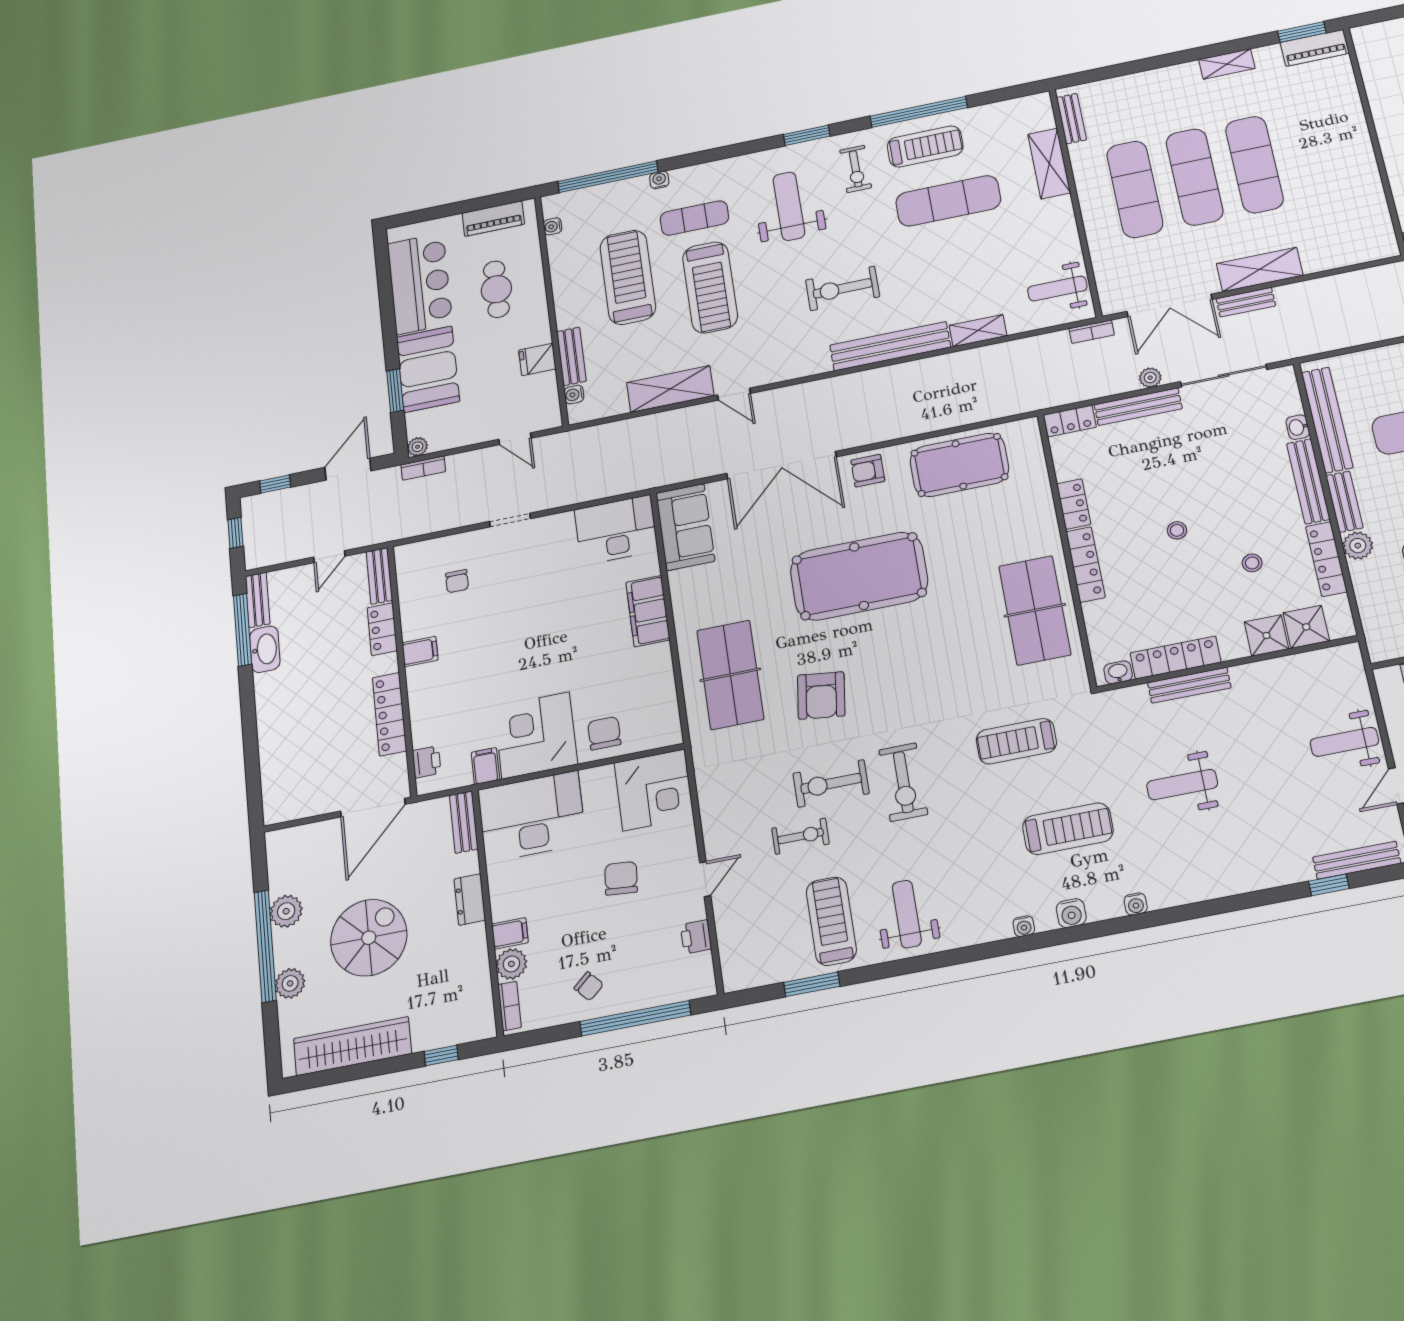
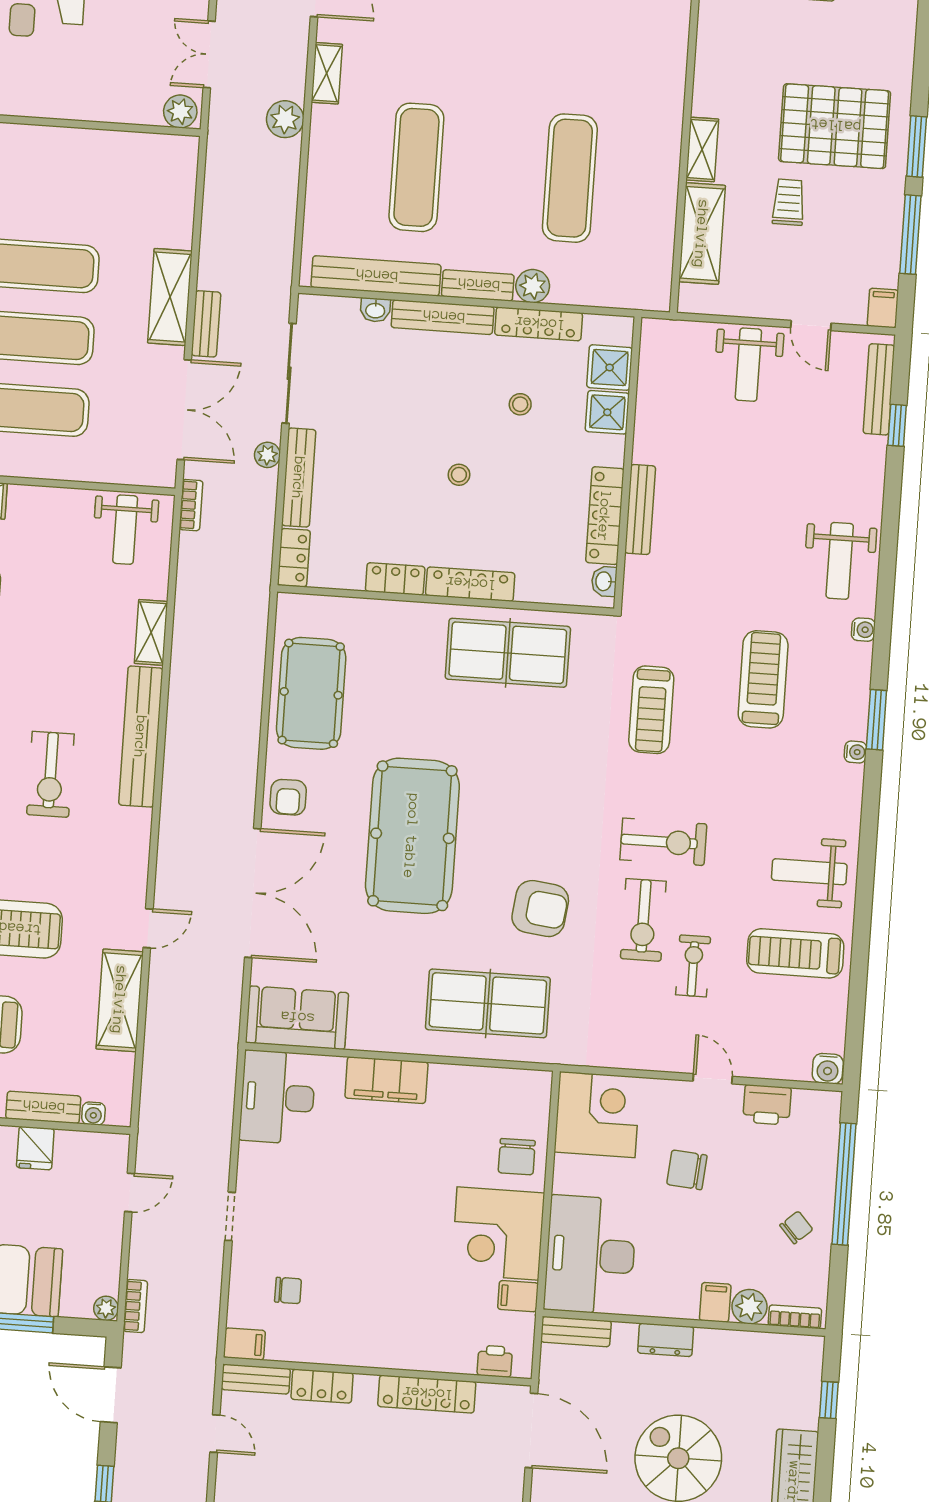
filing cabinet: (420, 651) -> (244, 1344), moved, turned 90
chair: (604, 733) -> (517, 1157), turned -90
weight bench: (1182, 785) -> (840, 561), moved
water cooler: (1071, 913) -> (828, 1069), moved, turned 90
printer: (696, 937) -> (767, 1105), width x1.36, depth x1.24
window: (812, 984) -> (876, 720), moved

